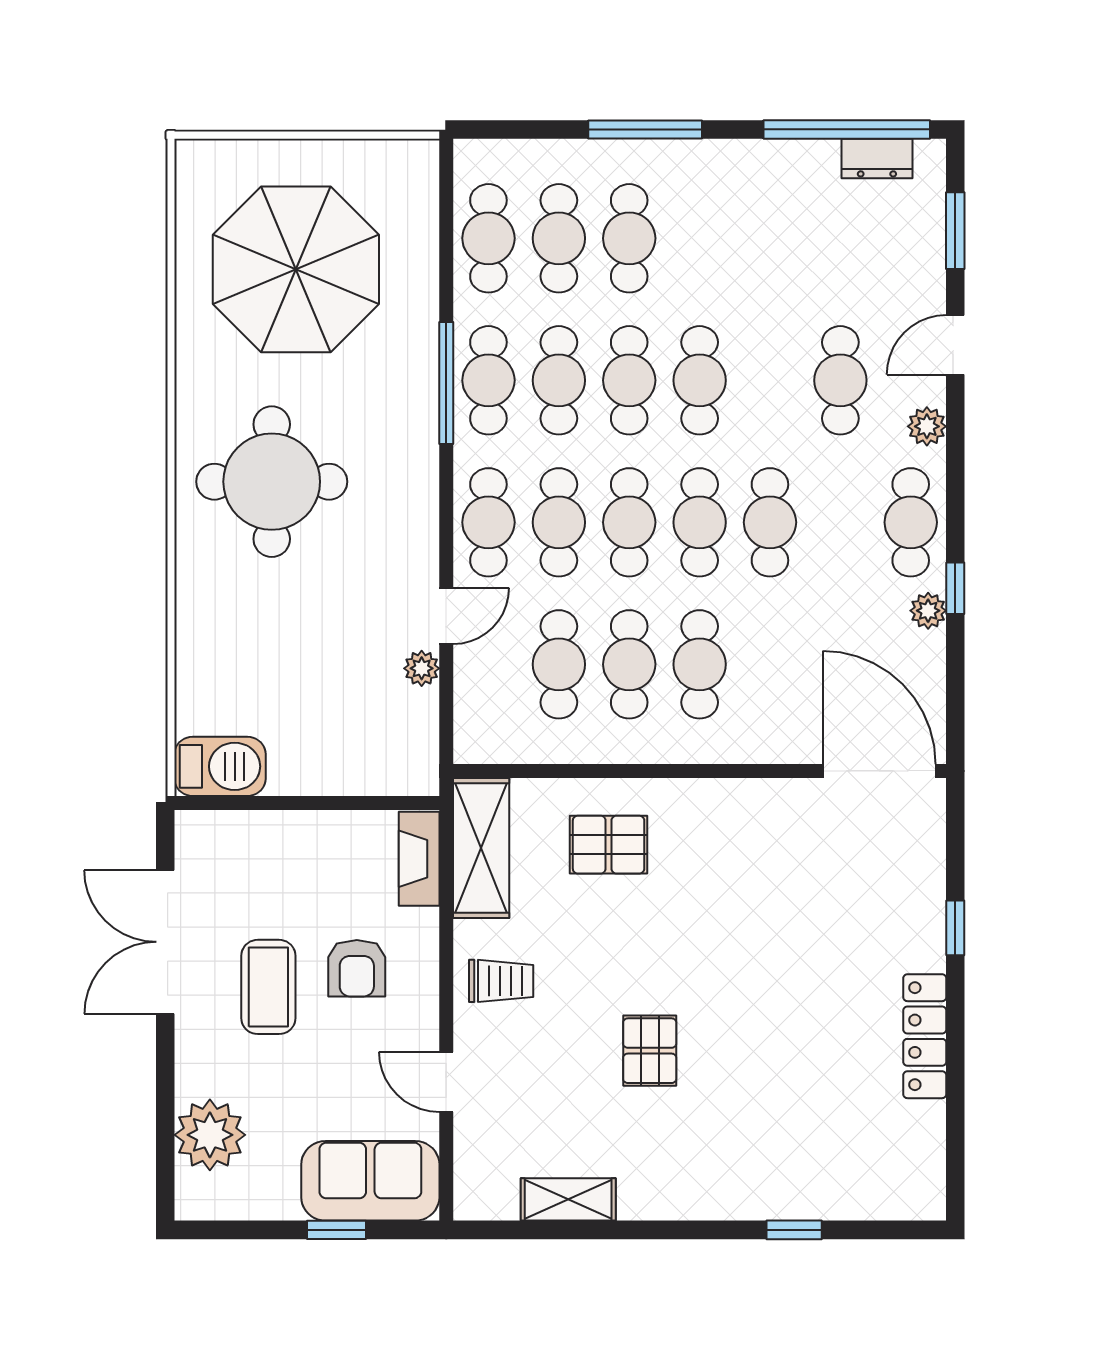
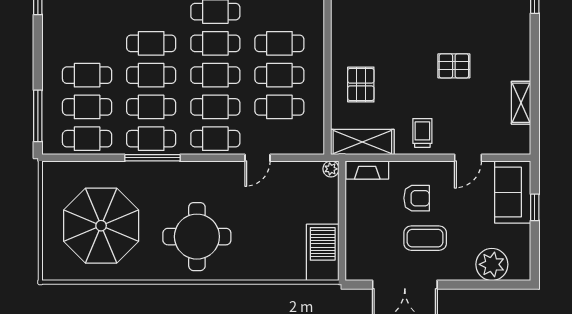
window: (645, 129) -> (38, 116), moved
door: (446, 616) -> (258, 158), swing flipped
plant: (422, 668) -> (331, 169), moved
barbecue: (220, 766) -> (323, 252), width x1.37, depth x1.21

